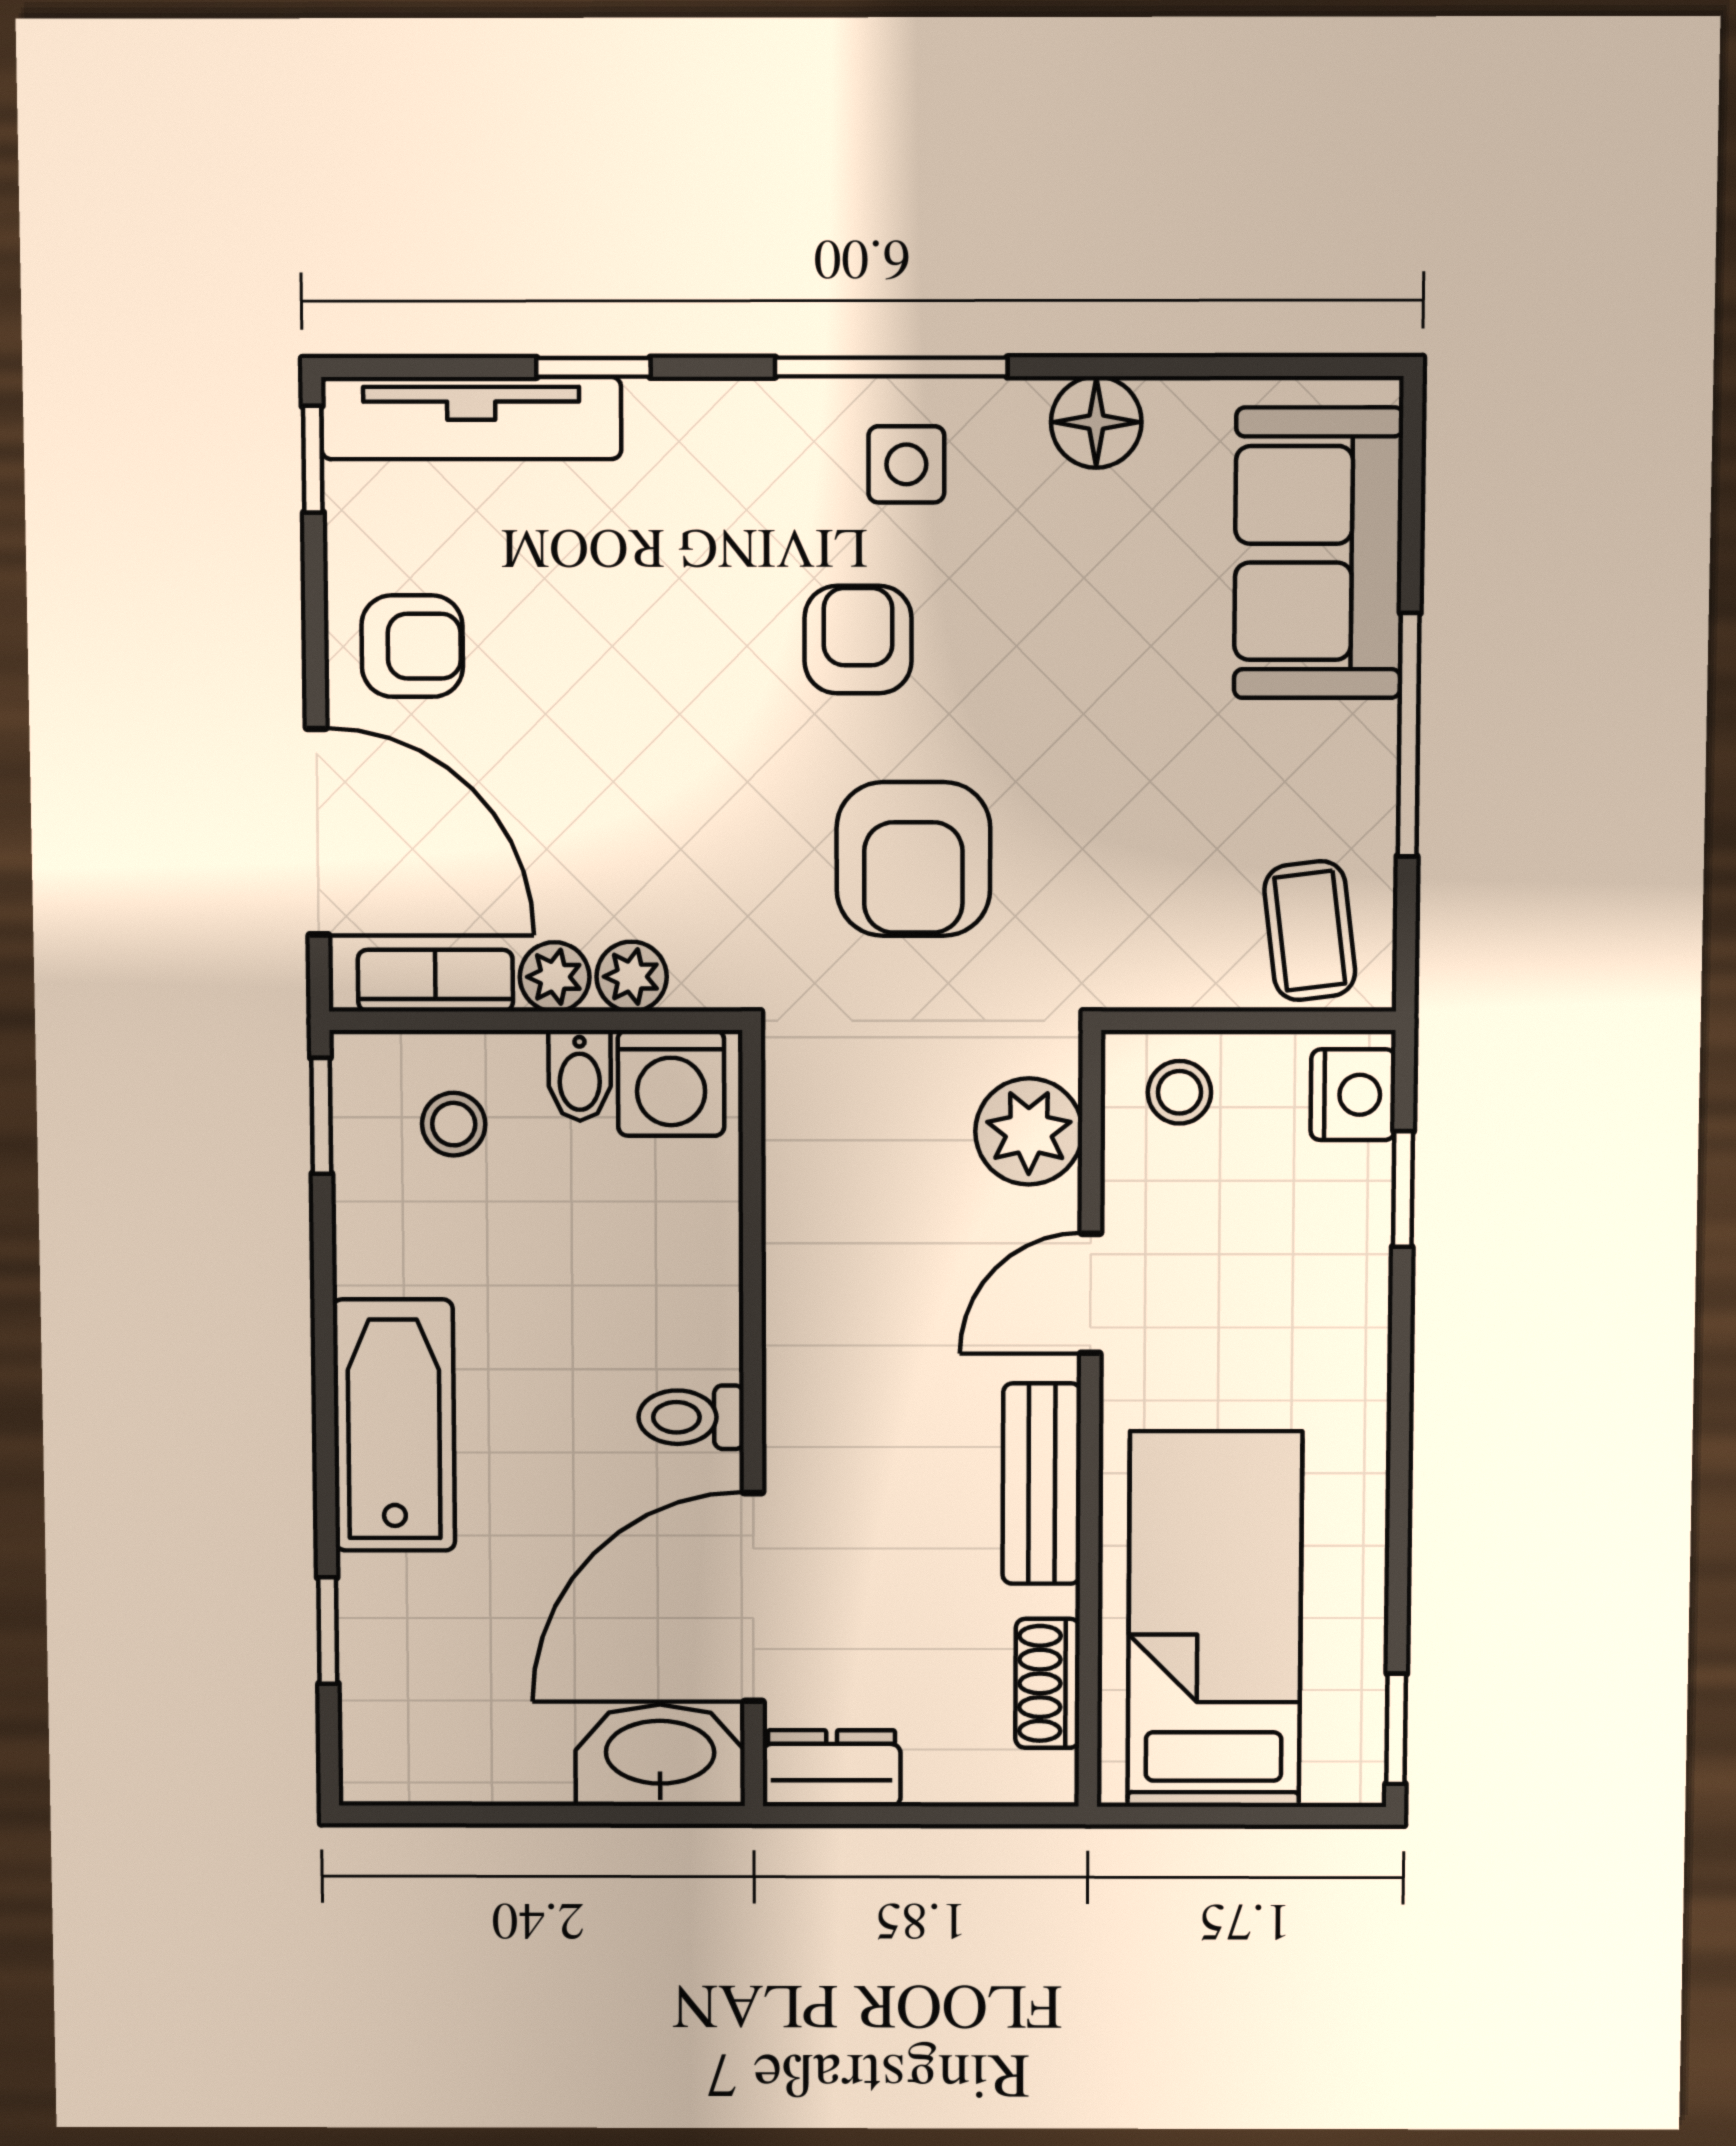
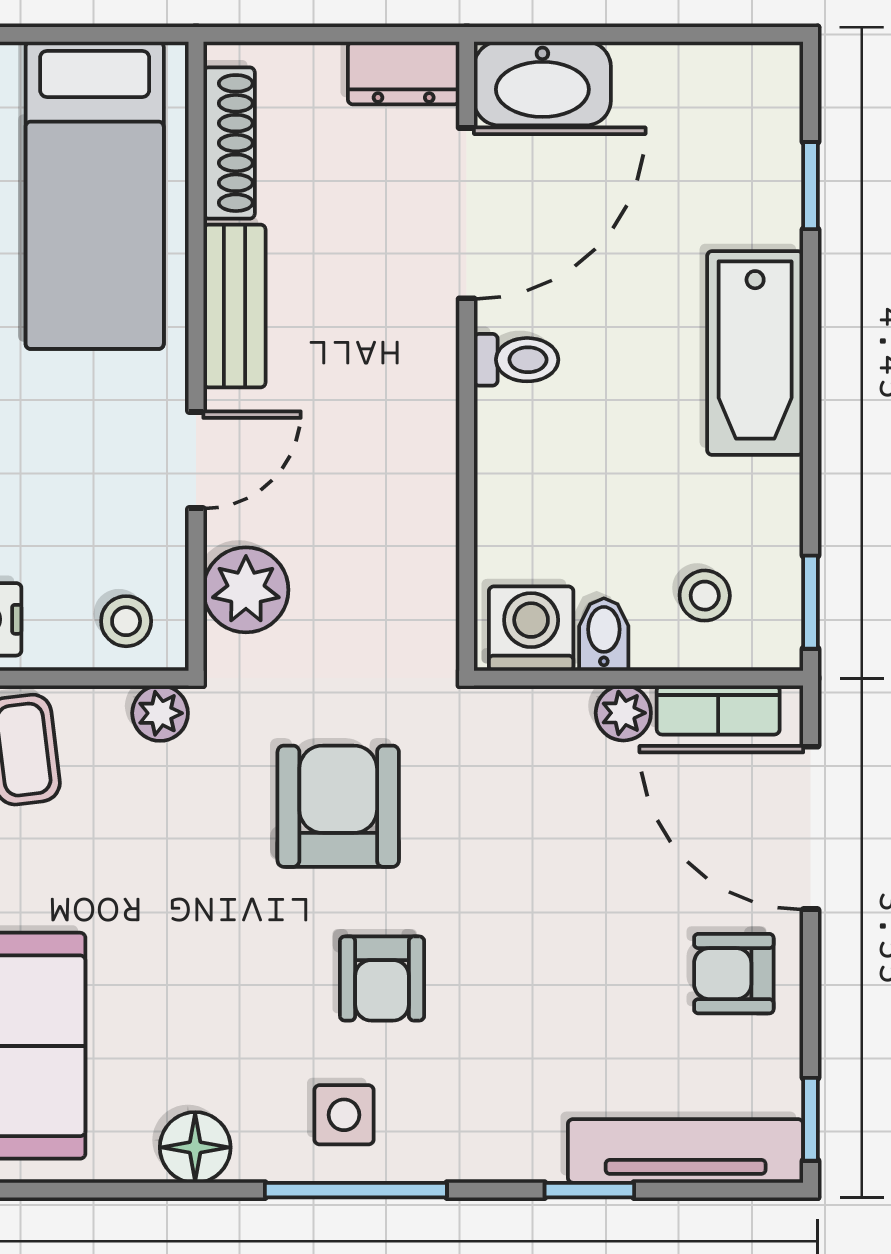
plant: (632, 977) -> (160, 713), moved
shoe rack: (1048, 1683) -> (229, 143), width x1.43

